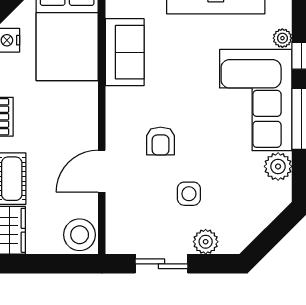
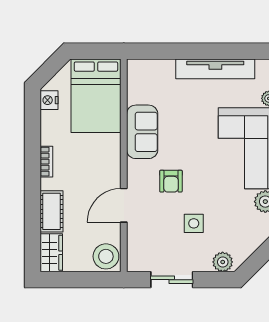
sofa: (125, 52) -> (142, 132), moved
plant: (206, 242) -> (223, 262), moved

